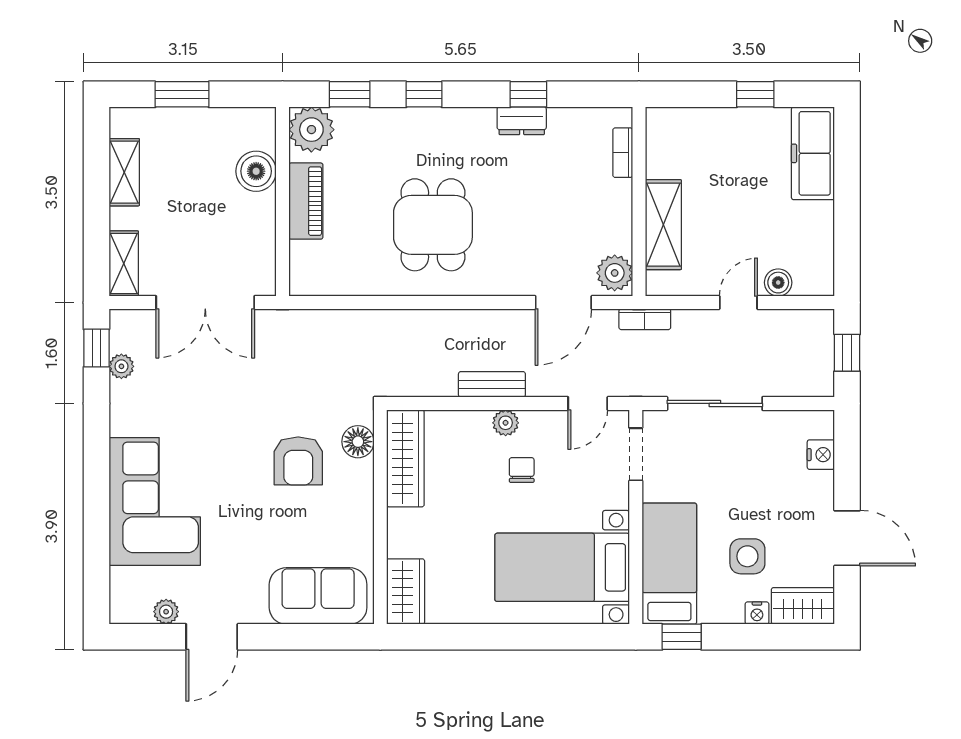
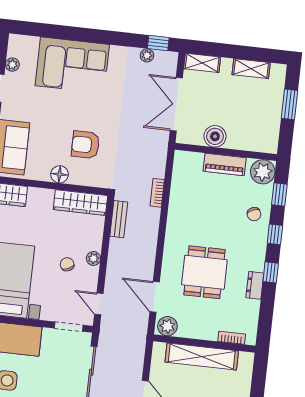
window: (528, 94) -> (271, 272), moved
chair: (391, 137) -> (254, 214), added
boiler: (256, 171) -> (215, 136), moved
dining table: (433, 225) -> (204, 272), moved, turned 90
shelving: (663, 225) -> (202, 356), width x1.47
bookcase: (645, 319) -> (157, 193), moved
bench: (492, 384) -> (119, 219), moved
floor lamp: (358, 442) -> (60, 174), moved
chair: (522, 470) -> (67, 264), turned -114

